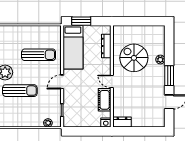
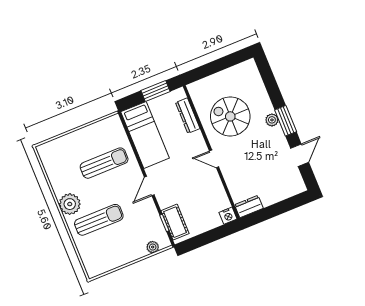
window: (81, 21) -> (156, 91), moved
plant: (160, 60) -> (272, 120), moved
cot: (105, 100) -> (175, 222), moved

